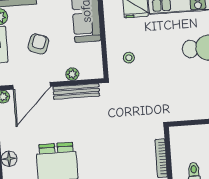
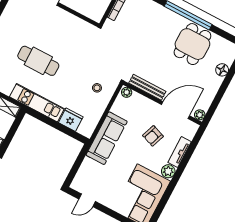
plant: (72, 74) -> (127, 92), moved

